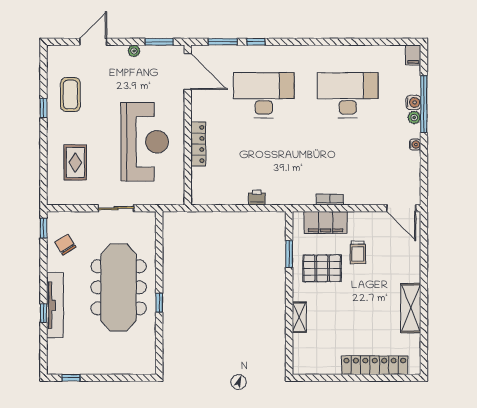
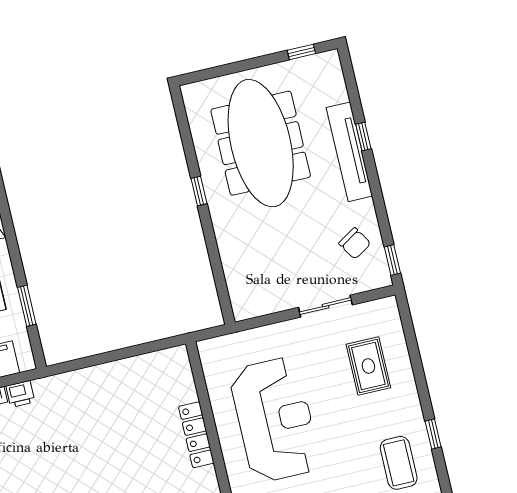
reception desk: (145, 142) -> (275, 420), turned 180
printer: (257, 197) -> (20, 394), moved
sliding door: (116, 208) -> (325, 306), moved
meeting table: (119, 287) -> (261, 143), moved

